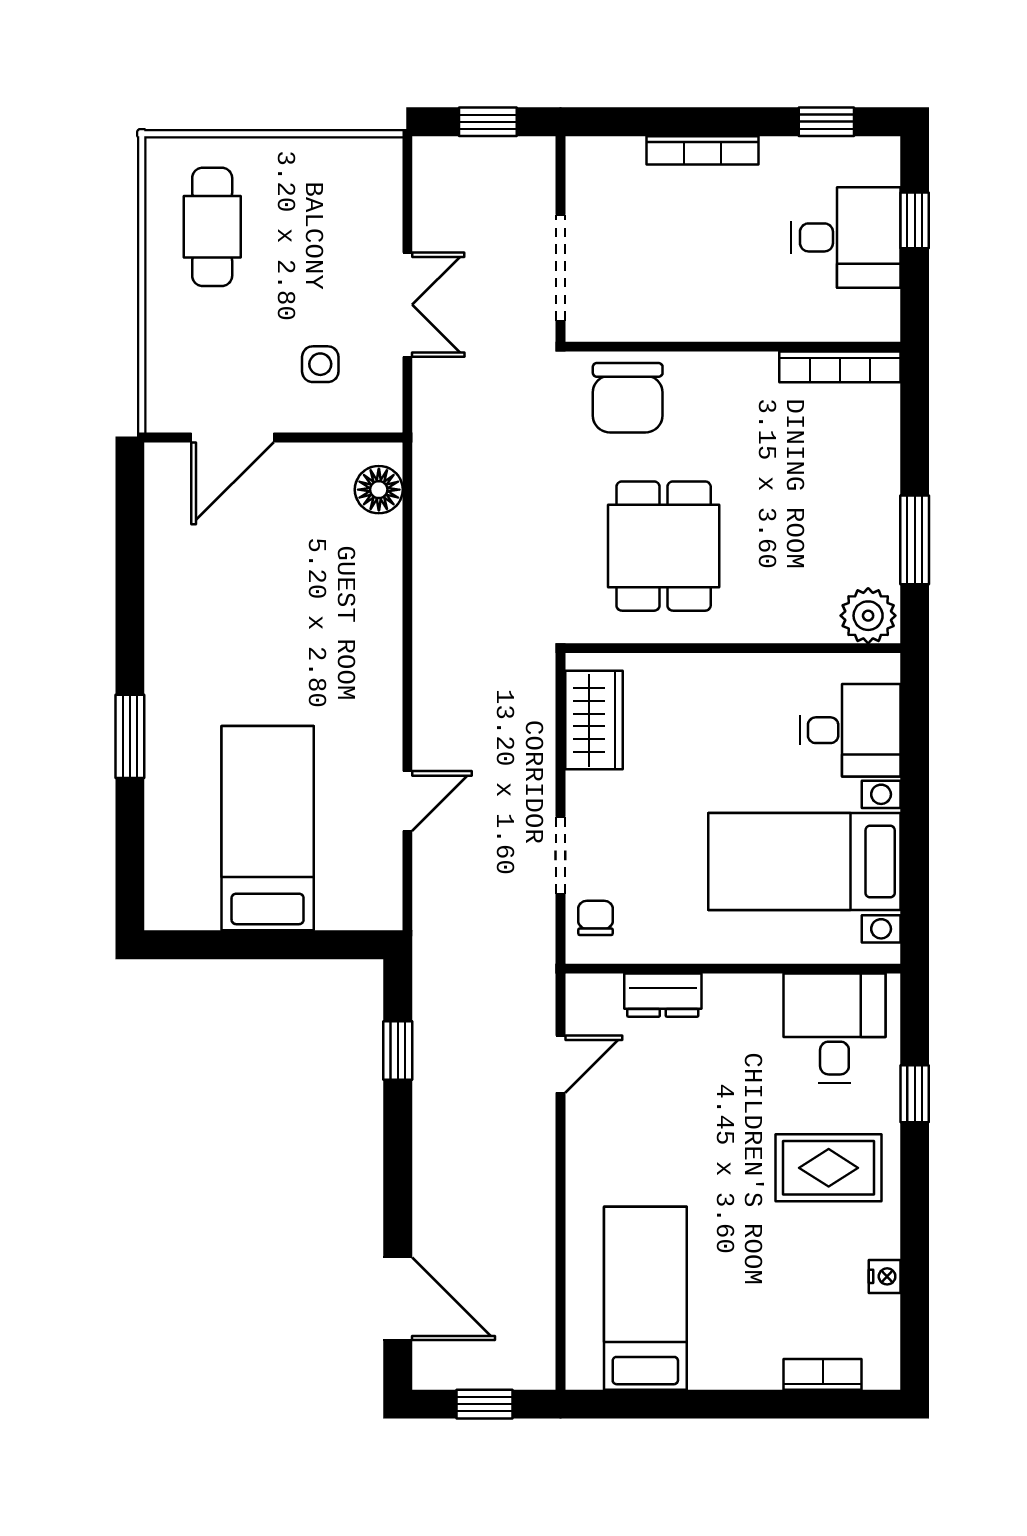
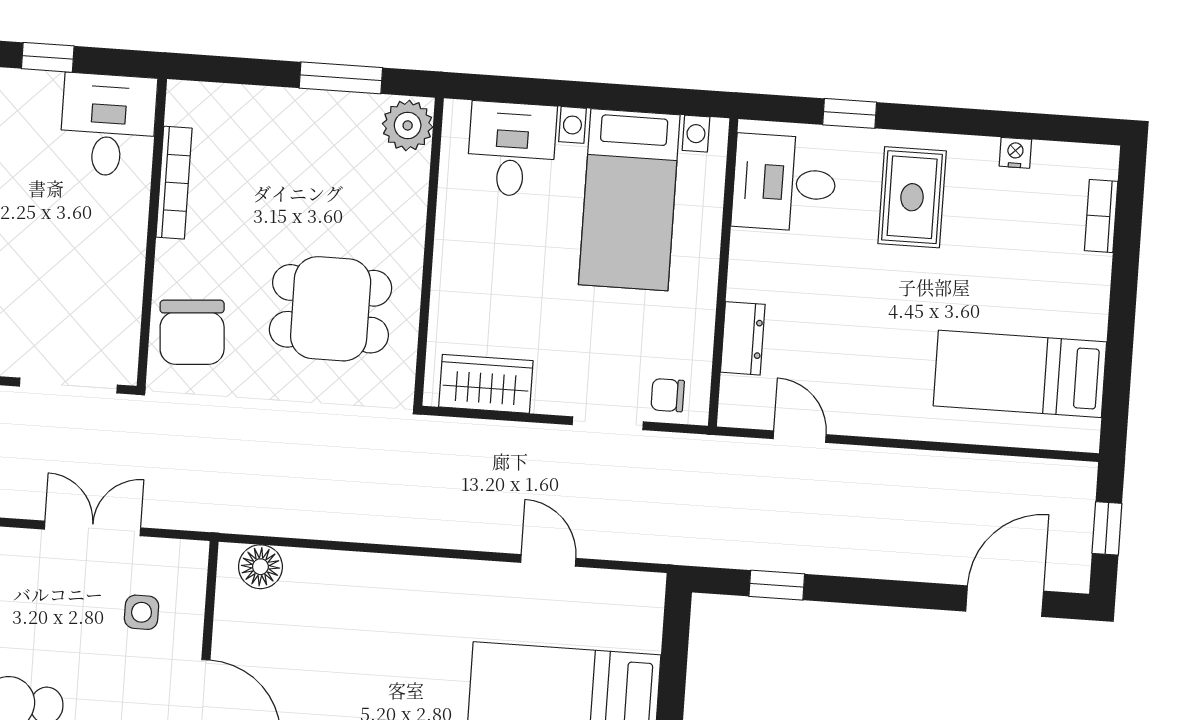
desk: (846, 237) -> (108, 125), moved
bookcase: (840, 367) -> (174, 183), moved
chair: (628, 398) -> (192, 332), turned 86

